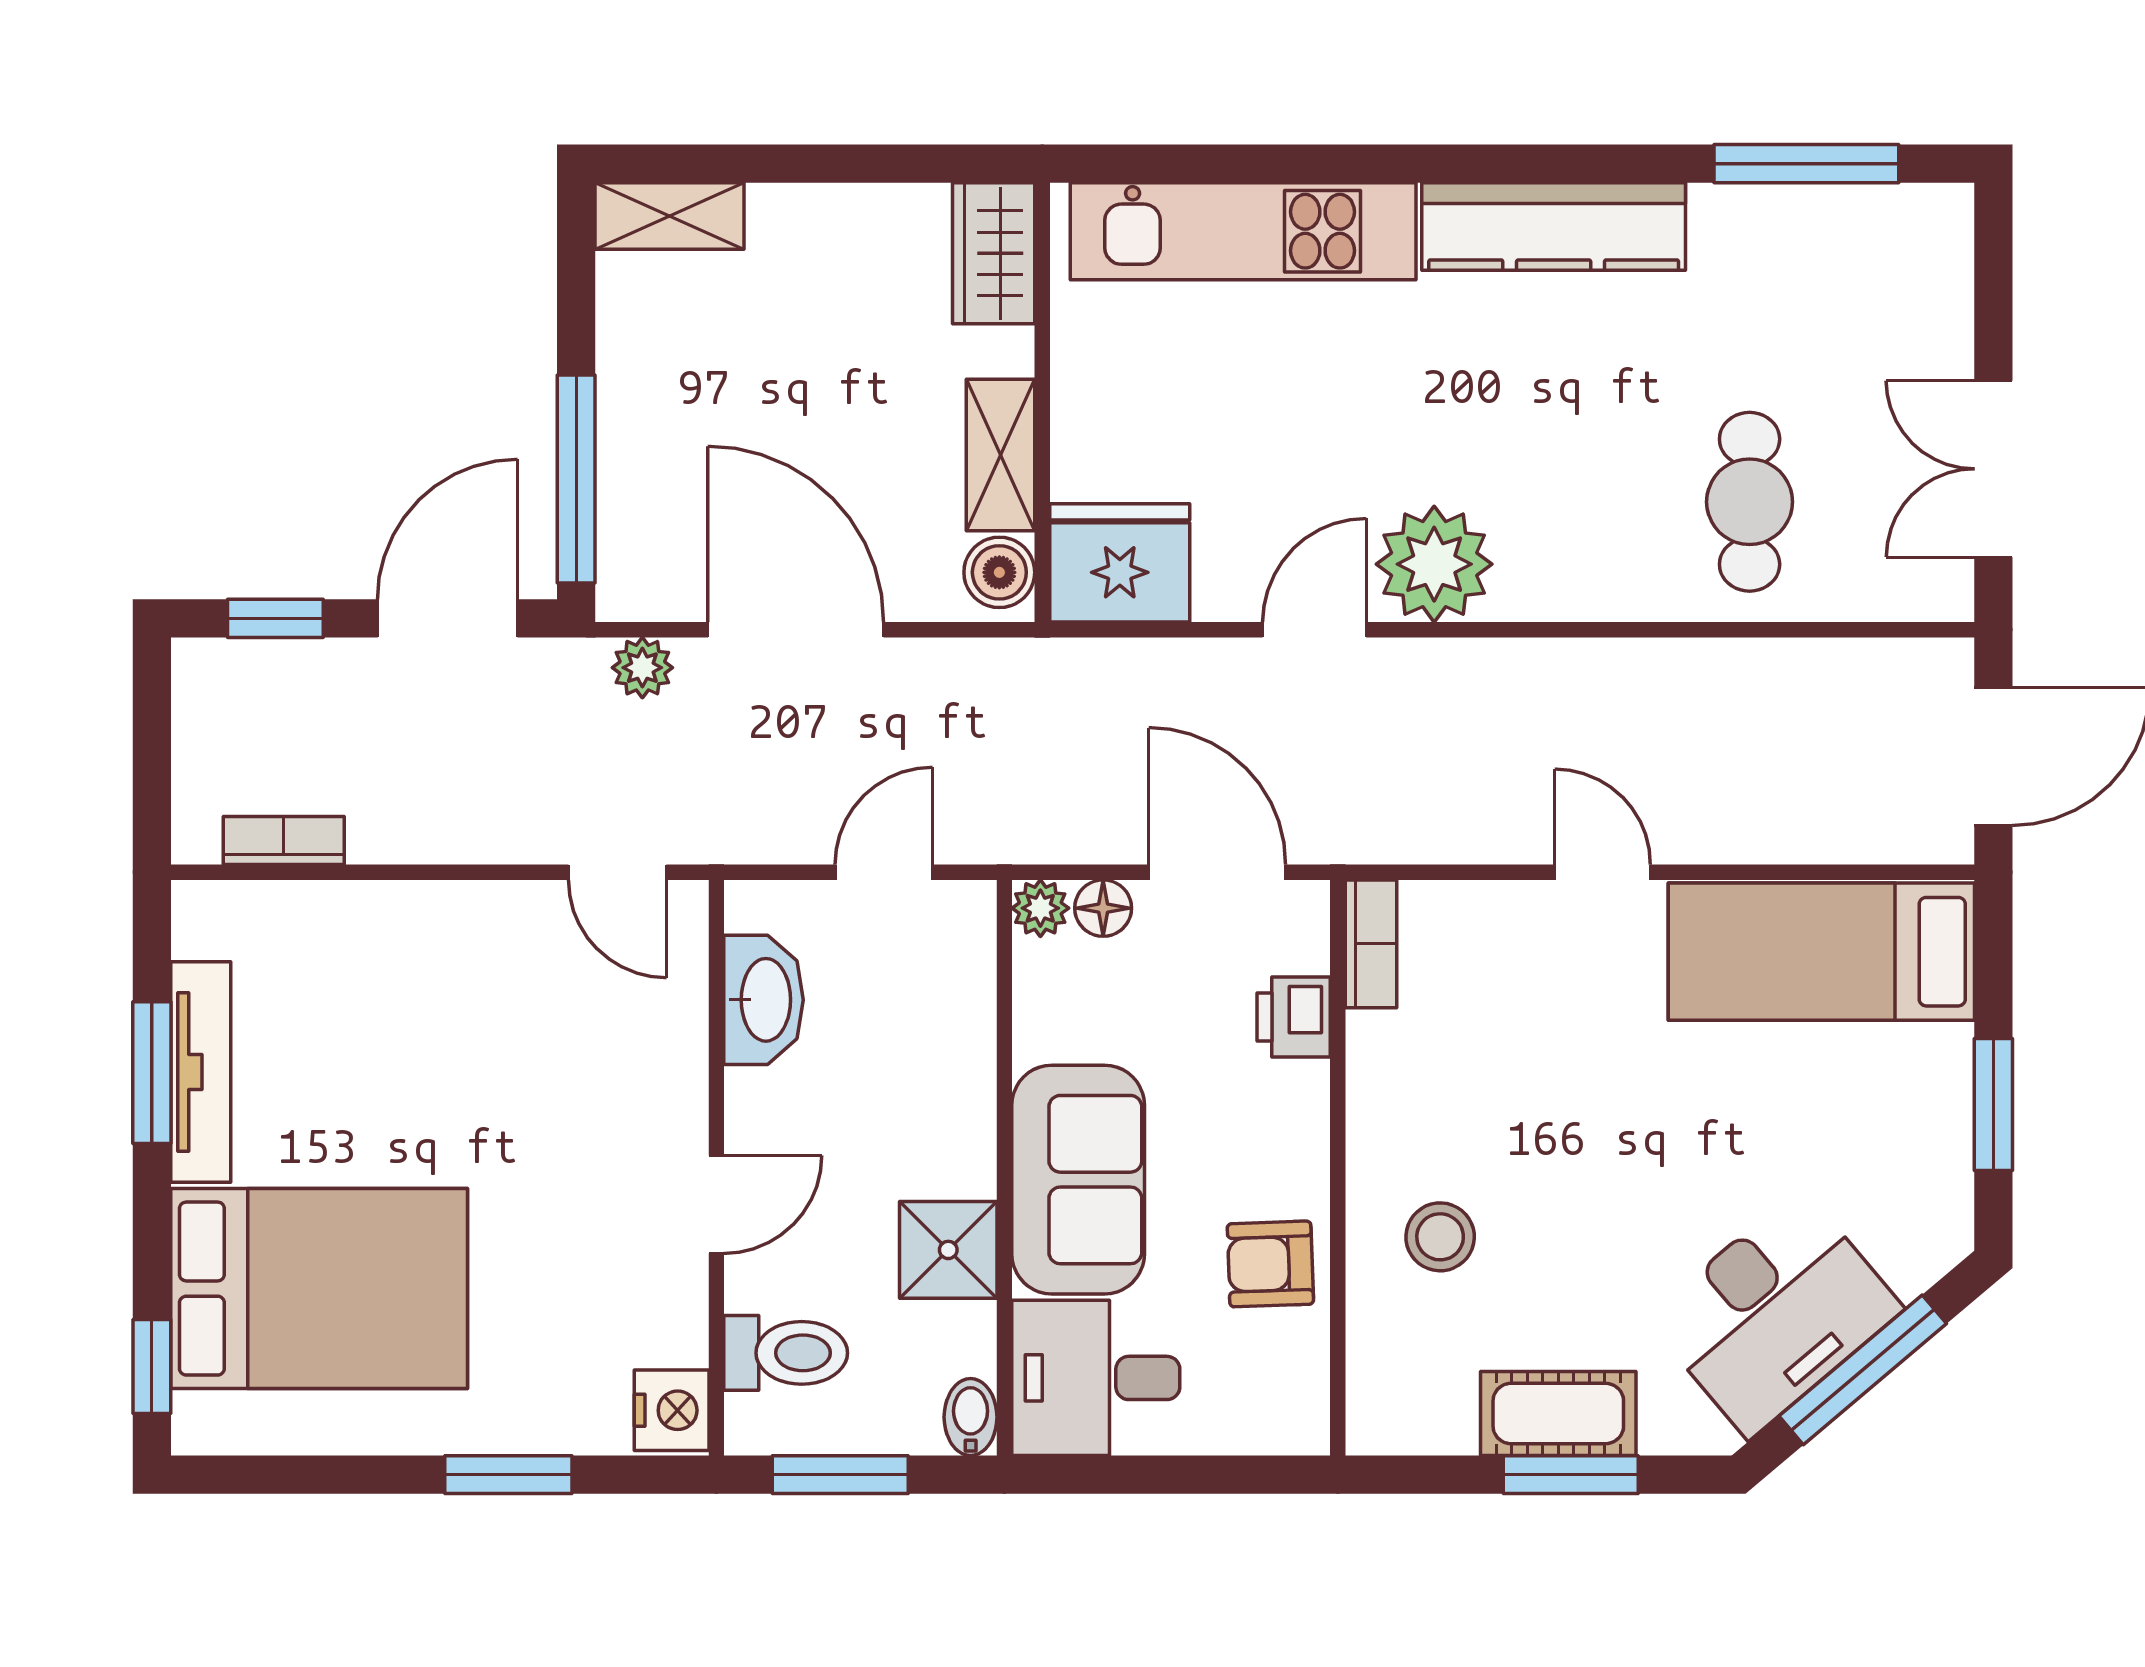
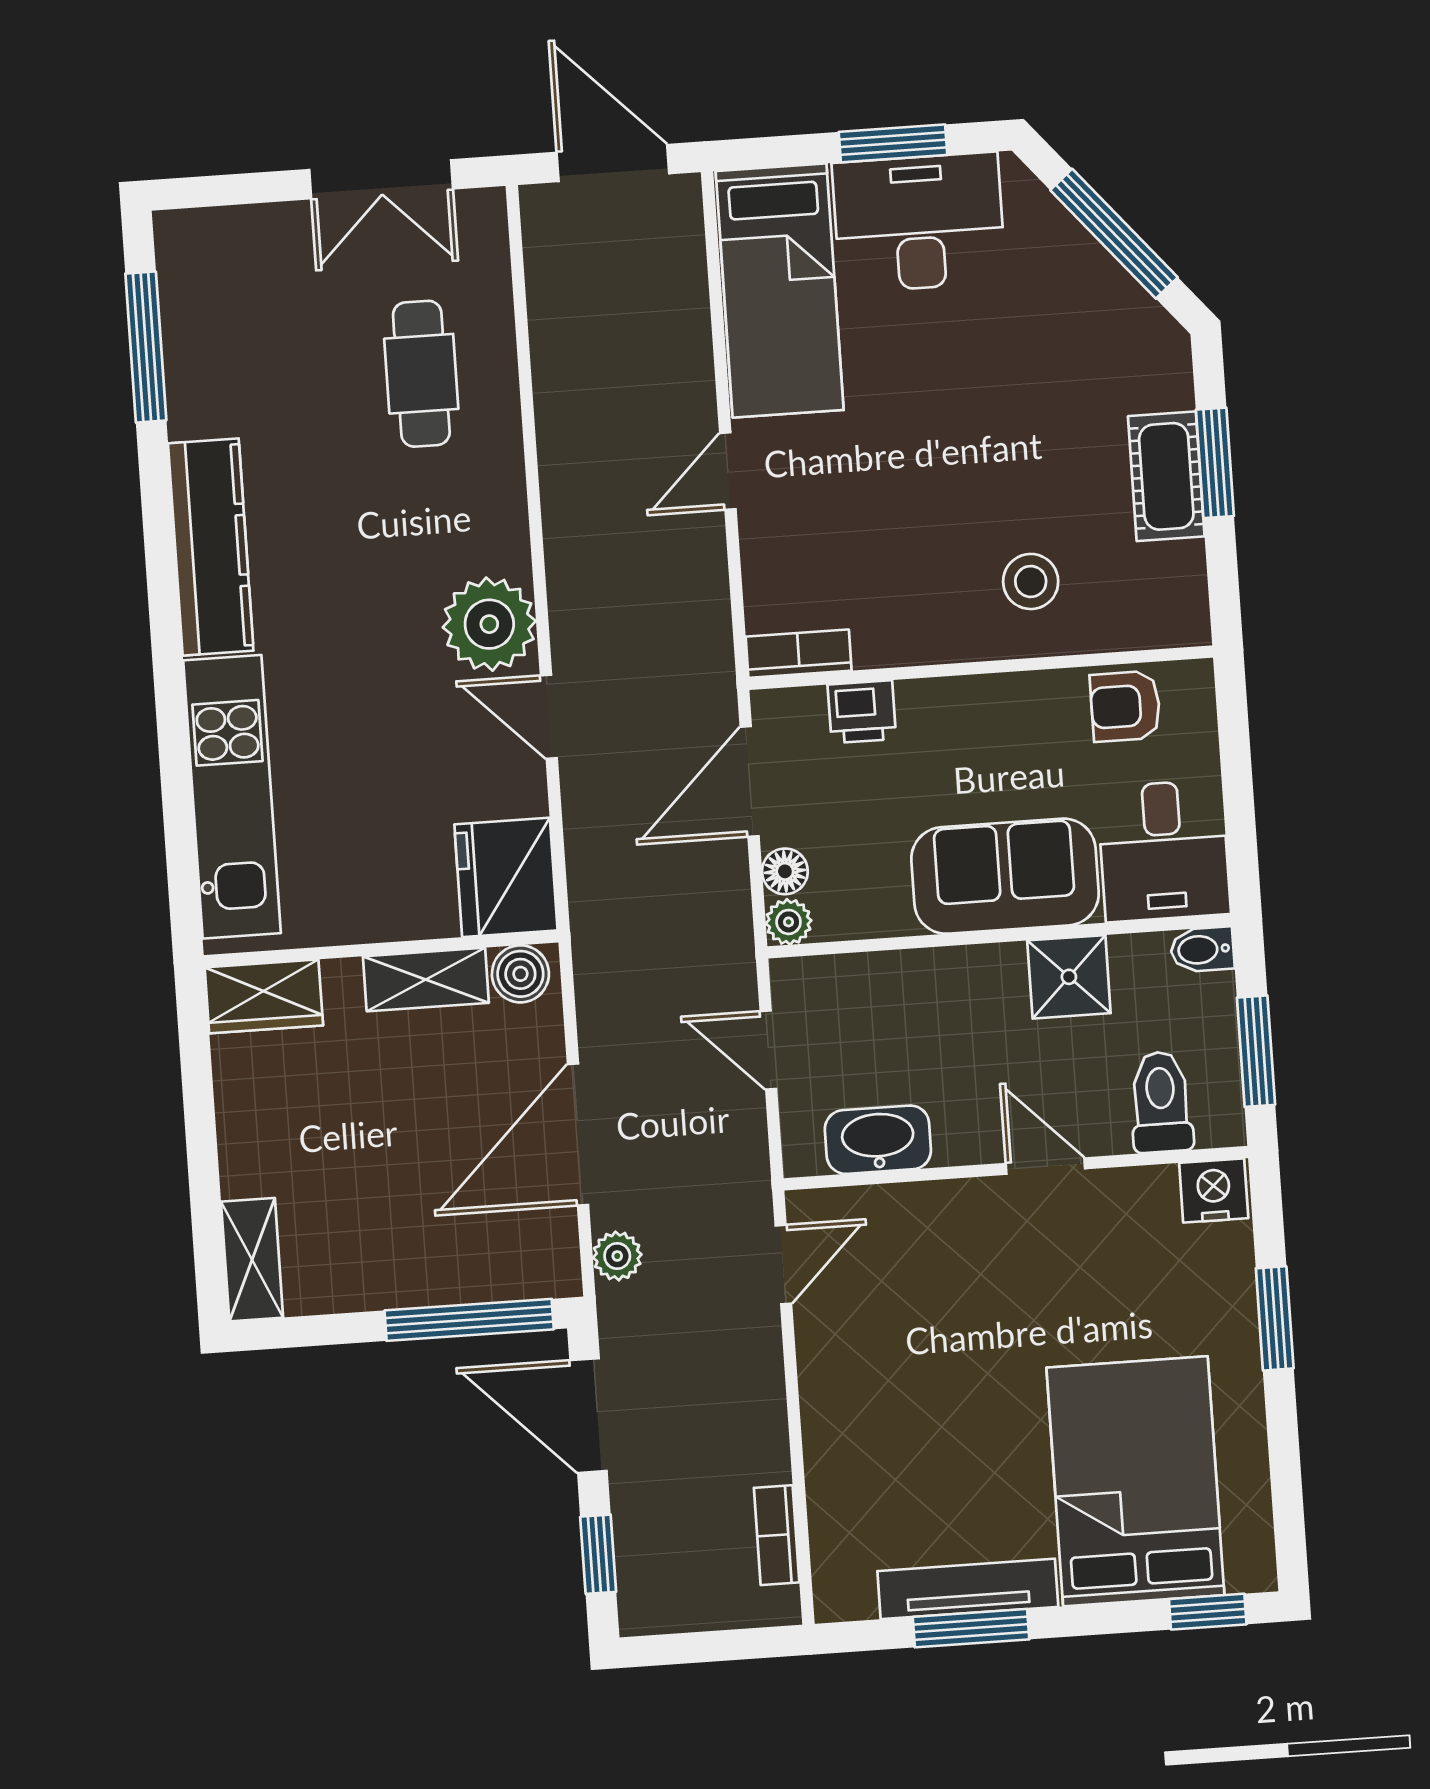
cafe table: (1750, 502) -> (421, 374), turned 90
armchair: (1270, 1264) -> (1125, 706), moved, turned 92
desk: (1775, 1313) -> (919, 223), moved, turned -50

